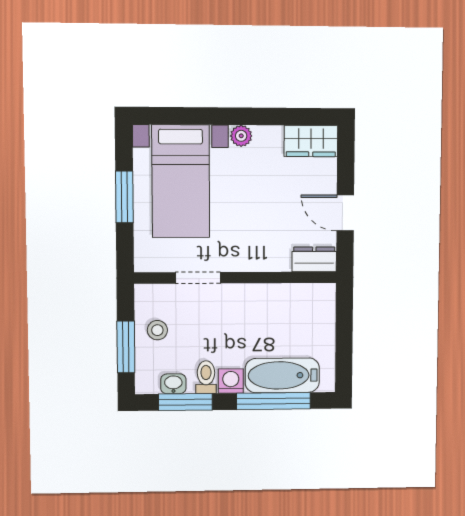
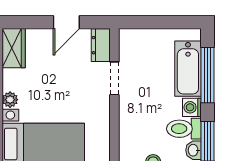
doorway: (198, 278) -> (114, 78), moved
toilet: (206, 377) -> (184, 129), width x1.37, depth x1.39

